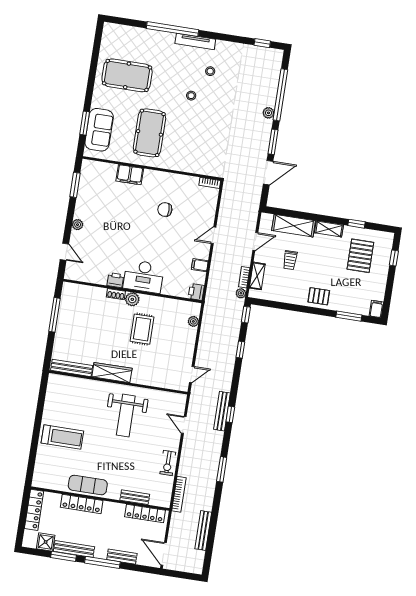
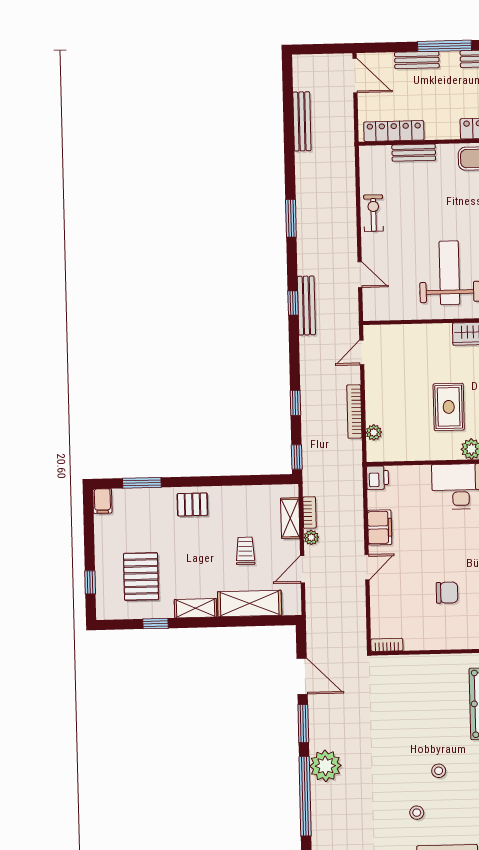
plant: (268, 113) -> (325, 766), width x1.88, depth x1.88
door: (268, 173) -> (302, 676), swing flipped
filing cabinet: (200, 265) -> (380, 527), width x2.00
plant: (241, 293) -> (311, 537), moved
bookcase: (179, 494) -> (354, 411), moved

